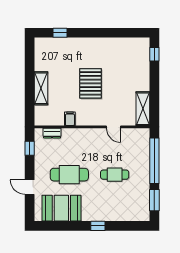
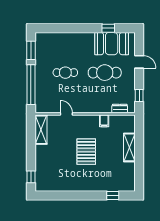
window: (98, 226) -> (108, 28), moved

